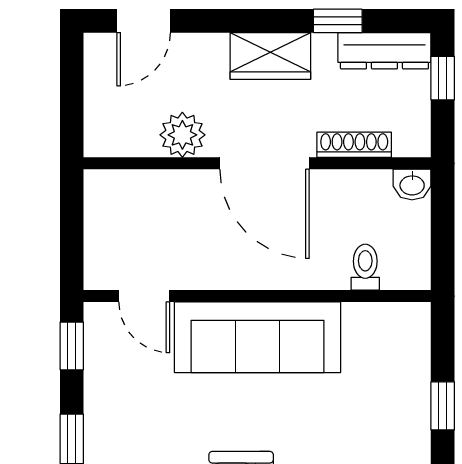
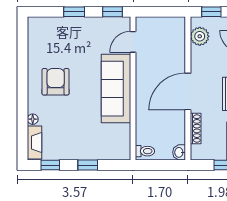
window: (72, 106) -> (211, 12), added
plant: (182, 135) -> (200, 36), moved
toilet: (365, 267) -> (145, 151), moved

